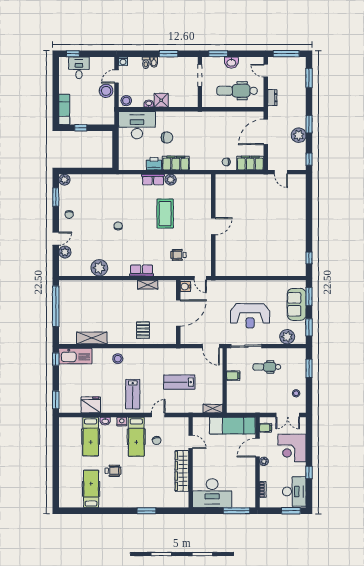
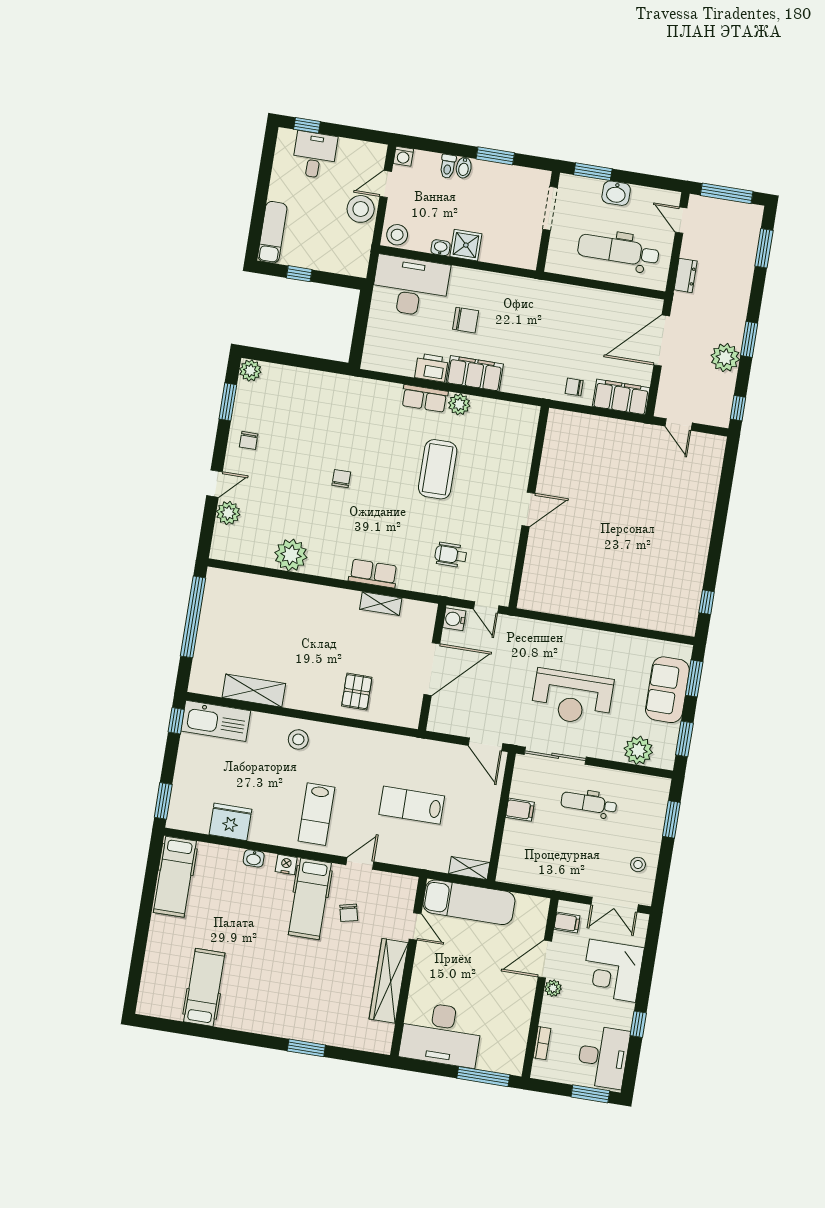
exam couch: (232, 426) -> (469, 902), moved
hospital bed: (91, 437) -> (175, 877), moved
wheelchair: (113, 471) -> (253, 959), removed

